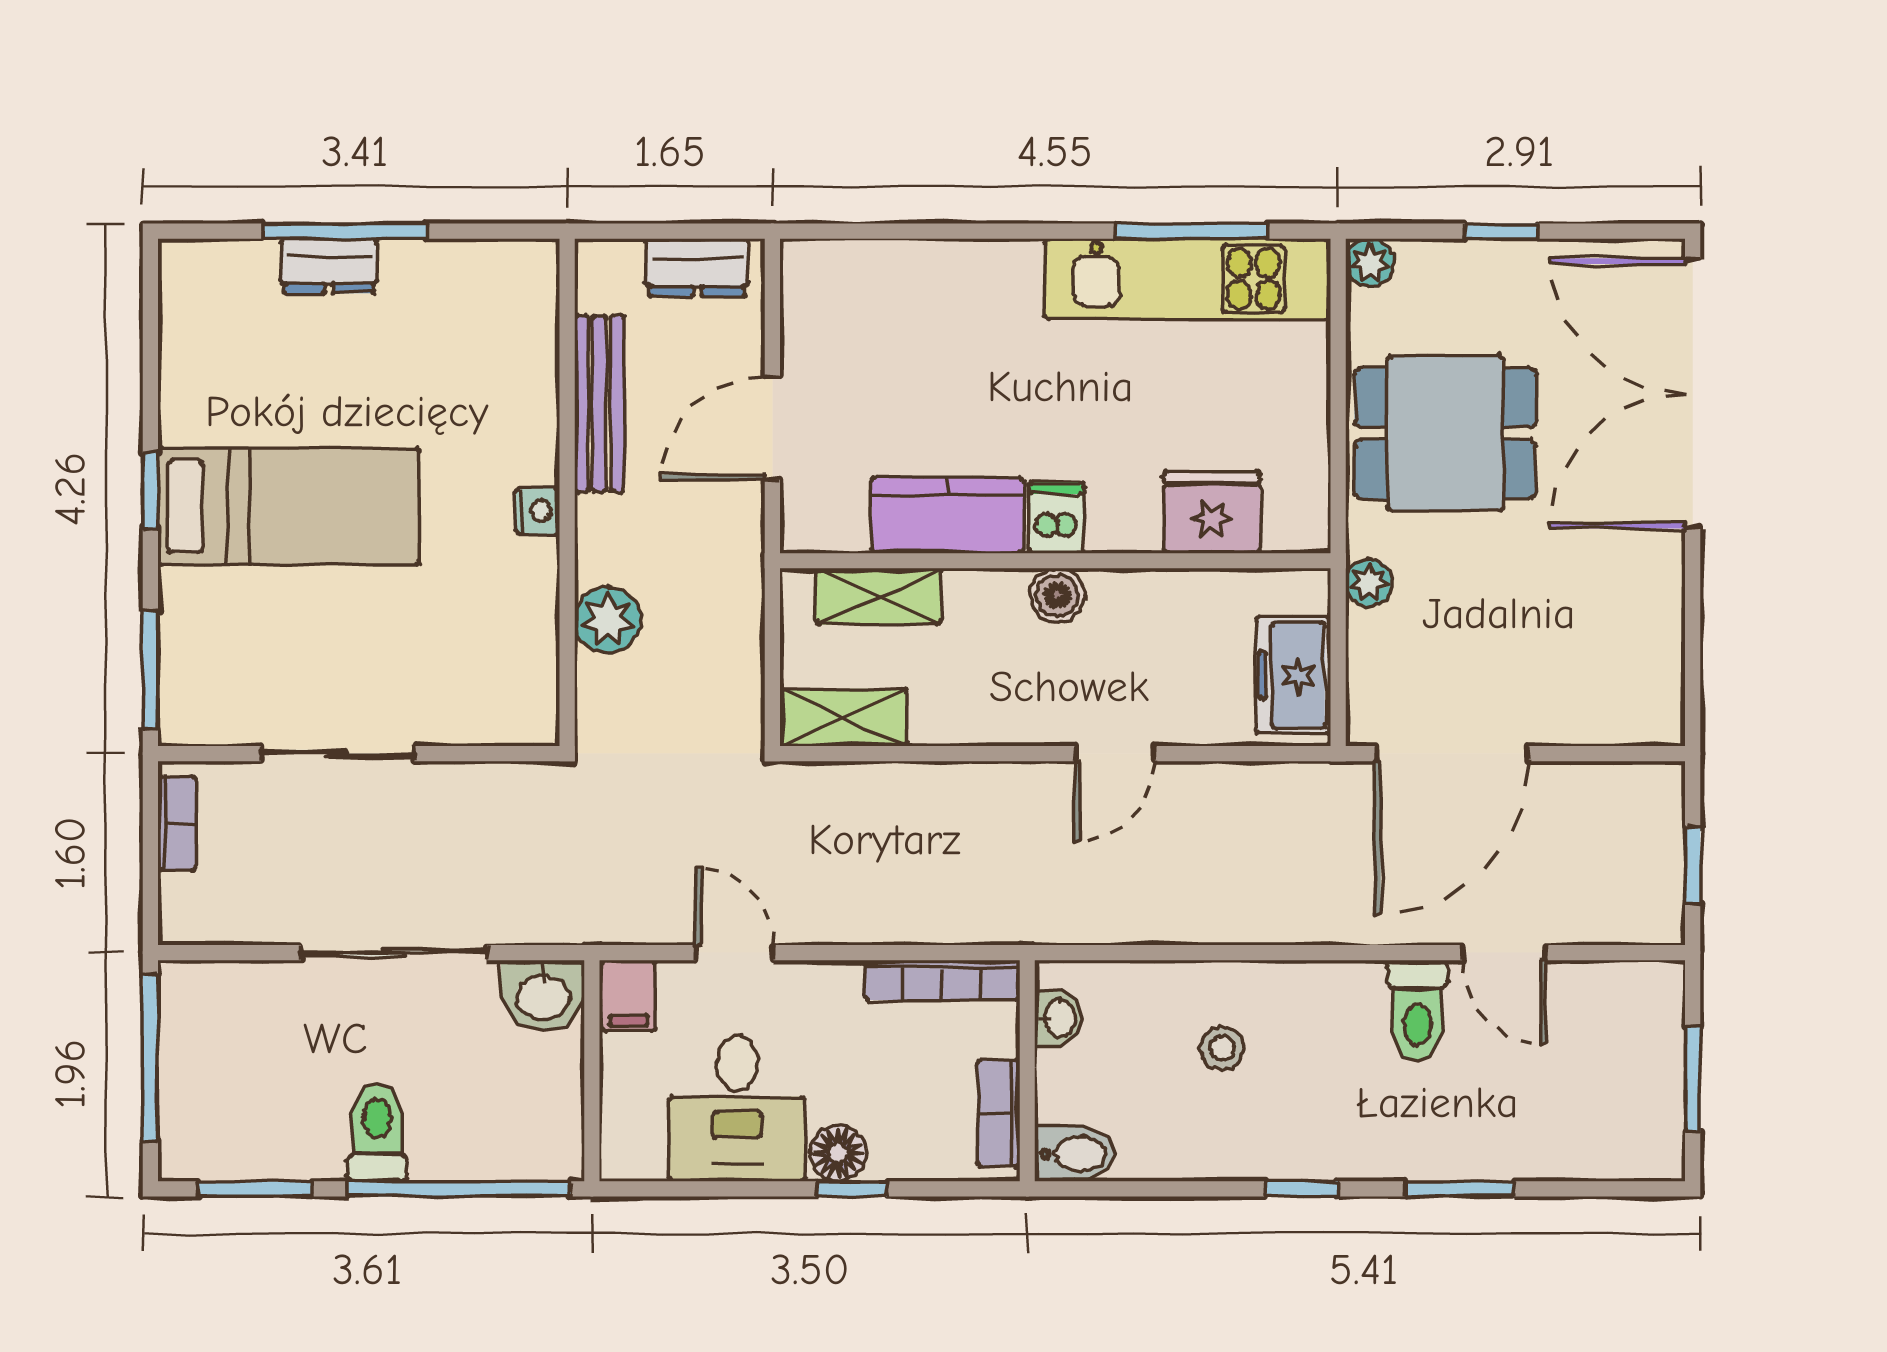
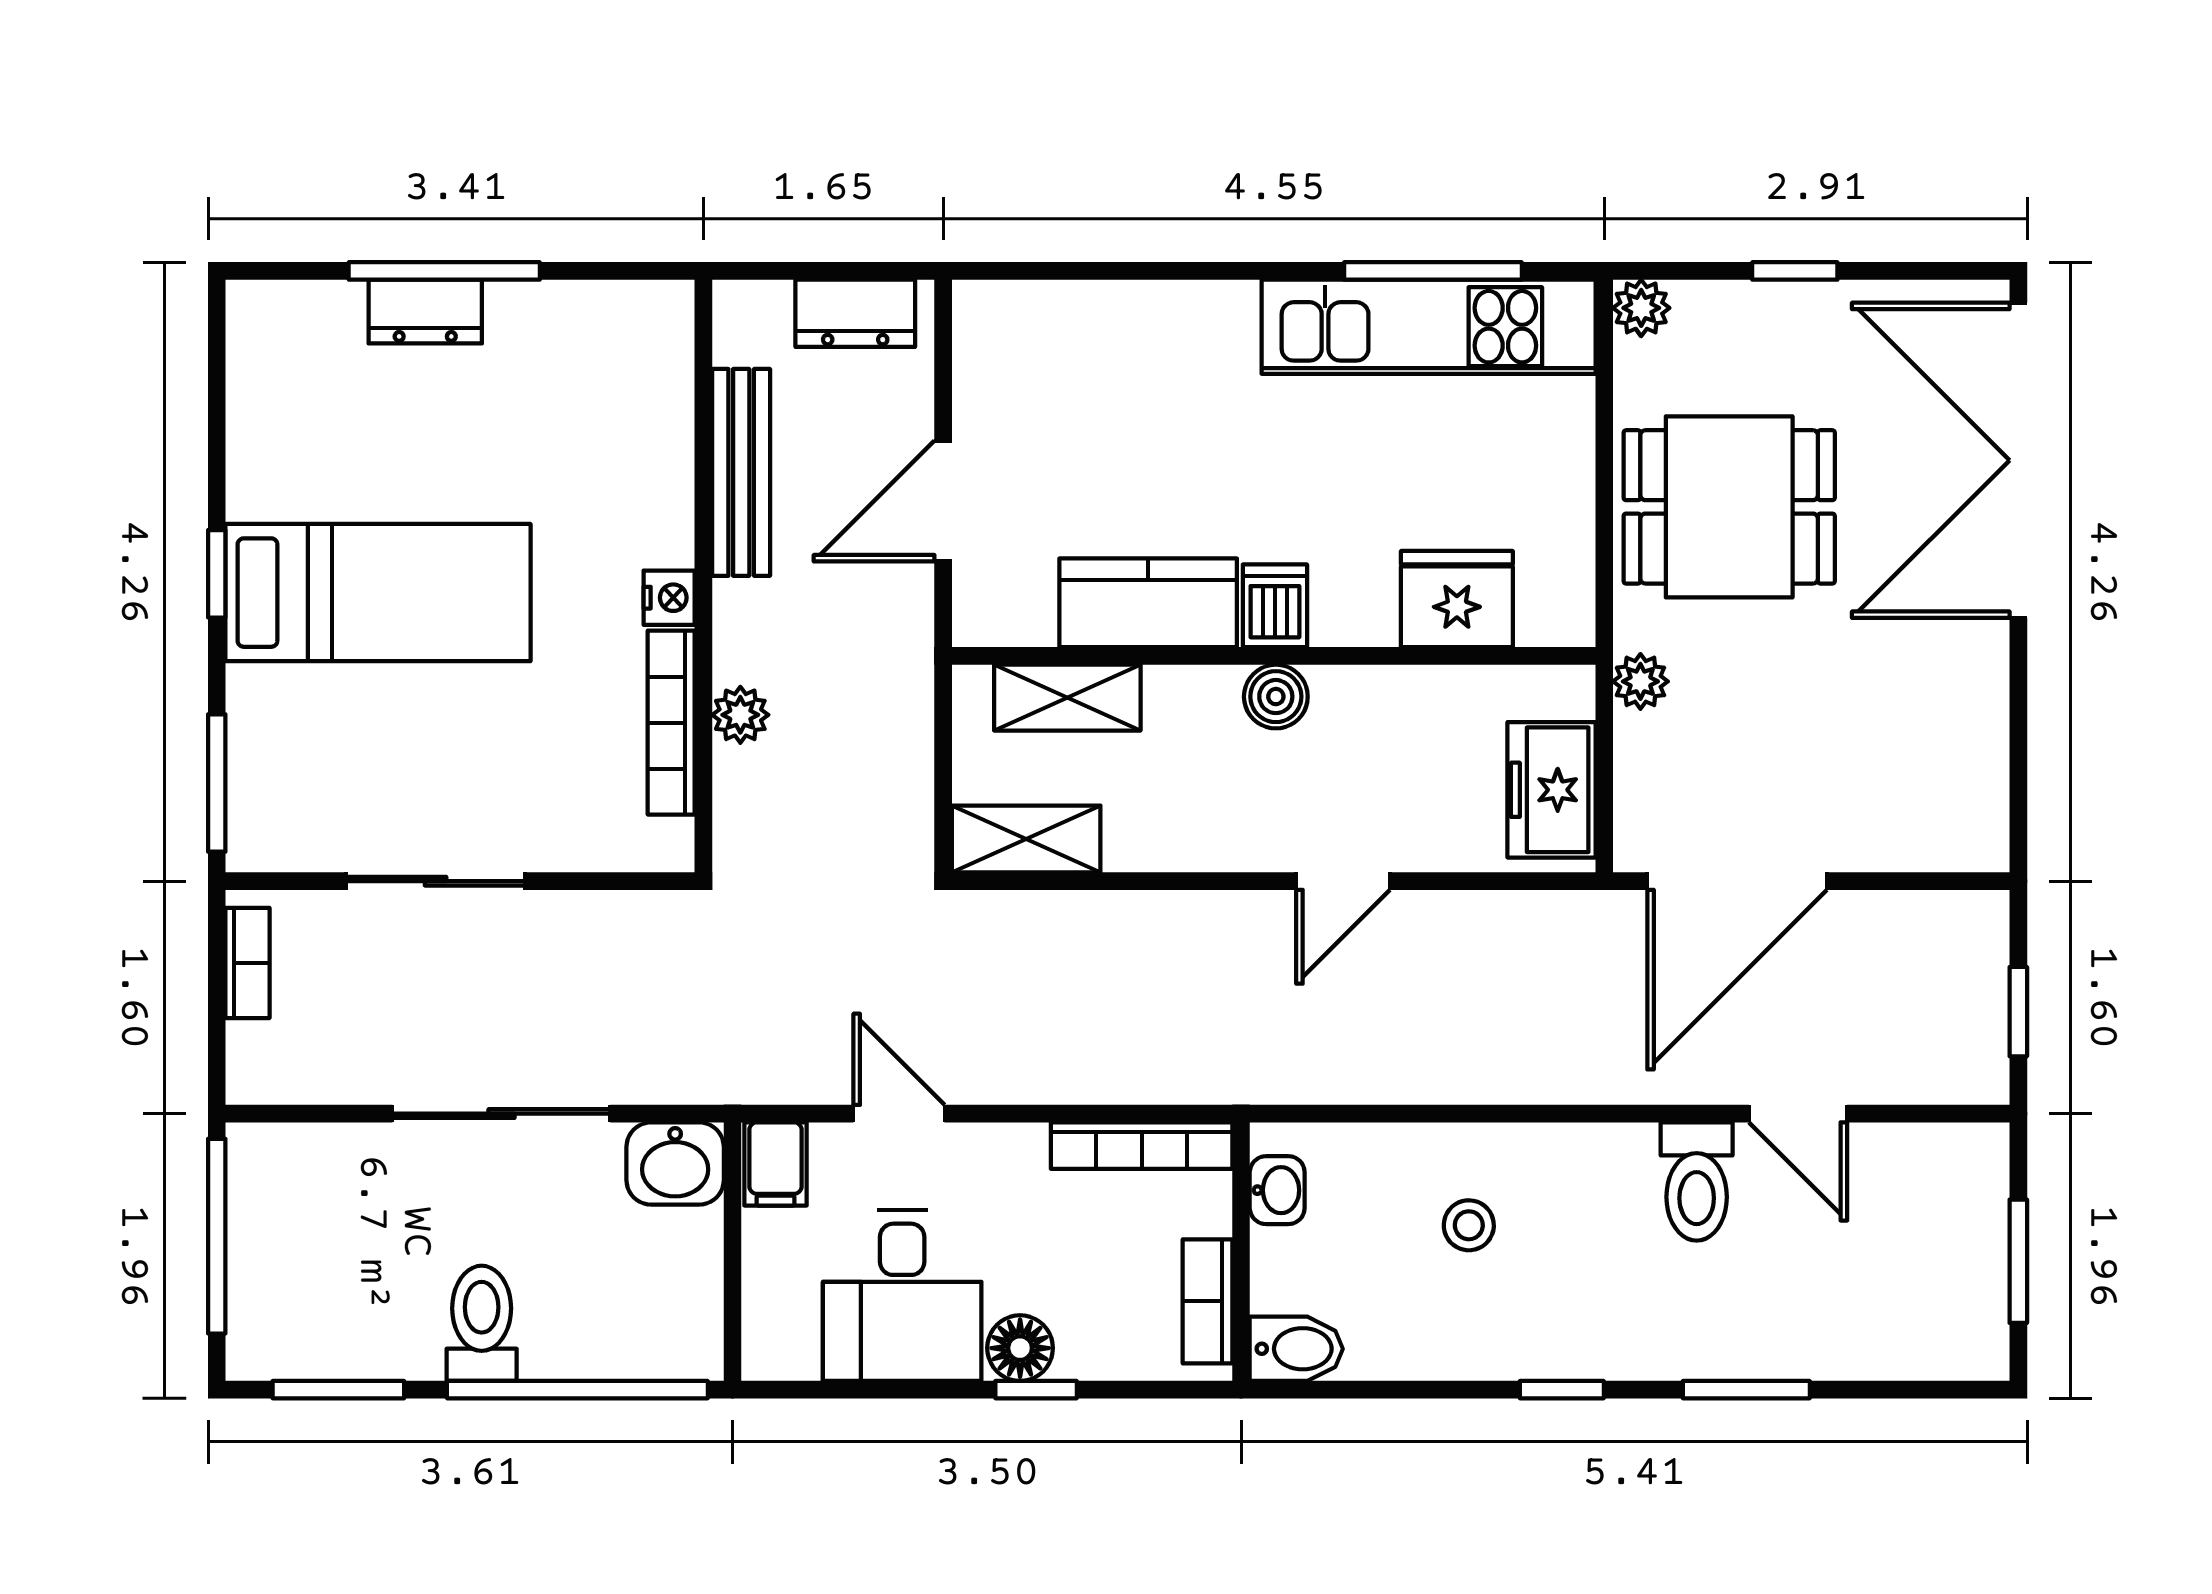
bookcase: (539, 618) -> (671, 723), added
plant: (608, 620) -> (740, 715), width x0.73, depth x0.73

